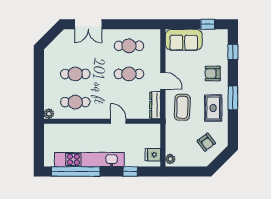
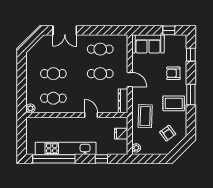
coffee table: (182, 107) -> (145, 116), moved
rug: (213, 108) -> (174, 103), turned 90
fridge: (153, 155) -> (121, 134), moved

